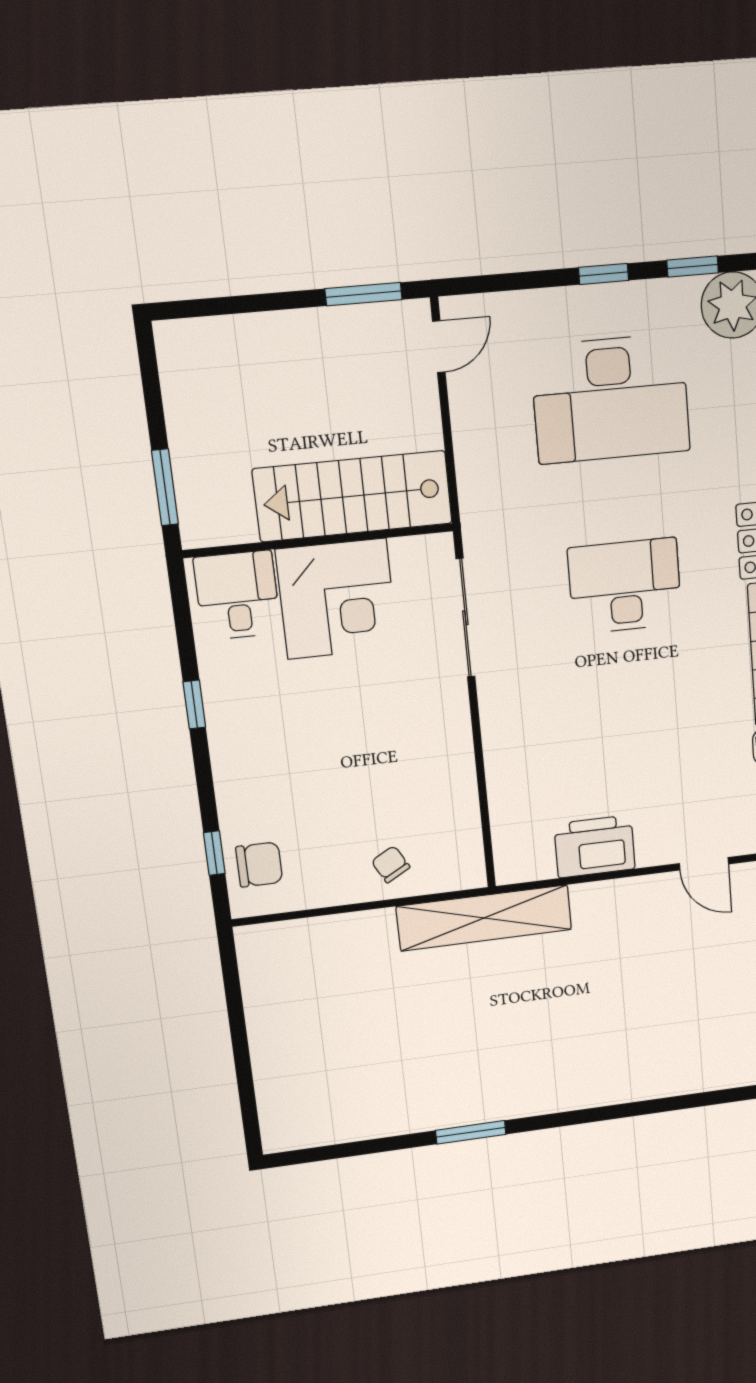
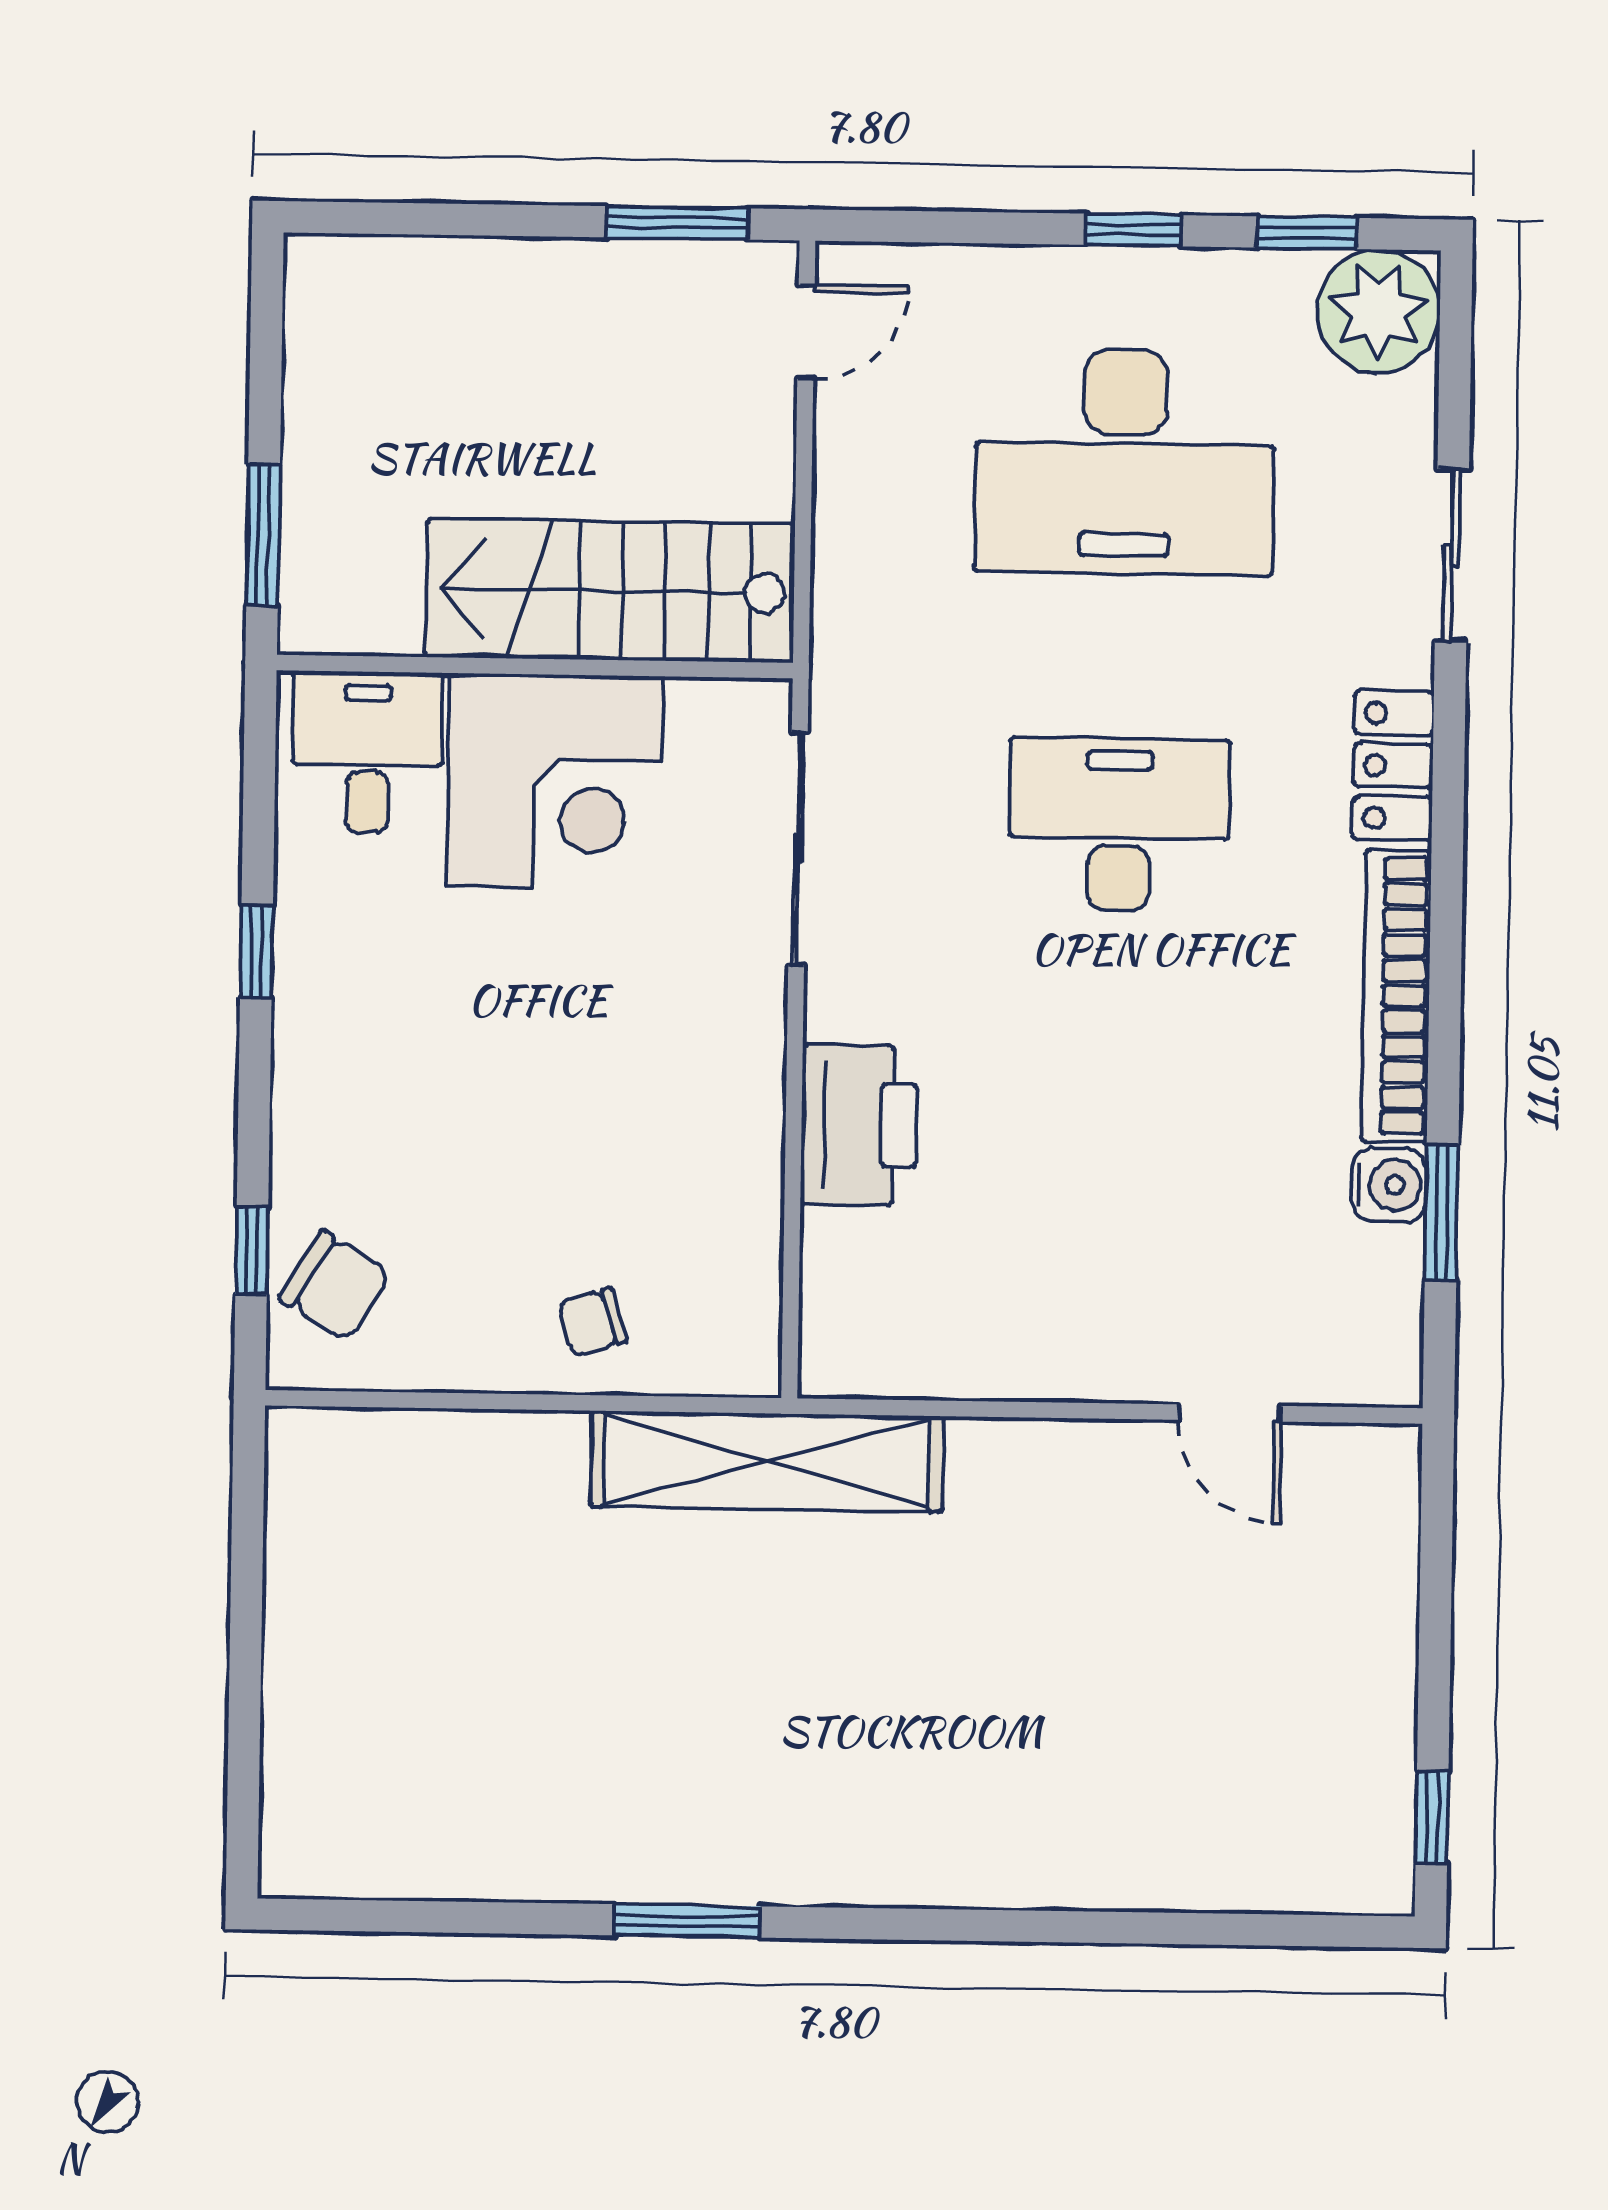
printer: (595, 847) -> (859, 1125), moved, turned 90
chair: (259, 864) -> (335, 1286), turned 31
chair: (391, 864) -> (593, 1322), turned -78

